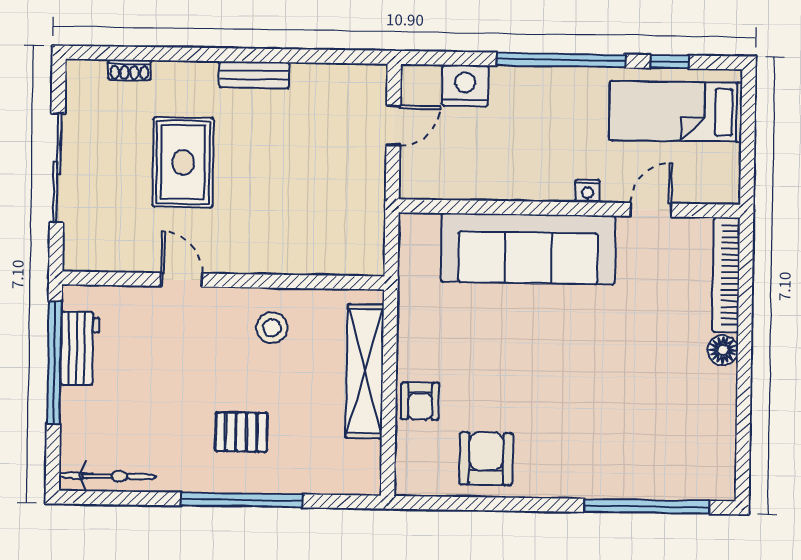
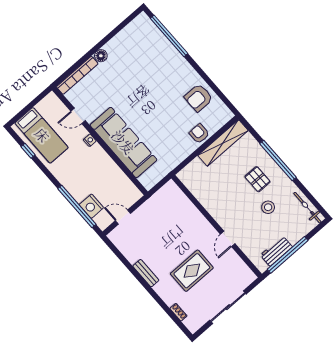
window: (561, 60) -> (77, 206), moved
stool: (272, 328) -> (268, 207), moved
shelving: (365, 371) -> (223, 143), moved
armchair: (420, 401) -> (199, 134), turned -90

